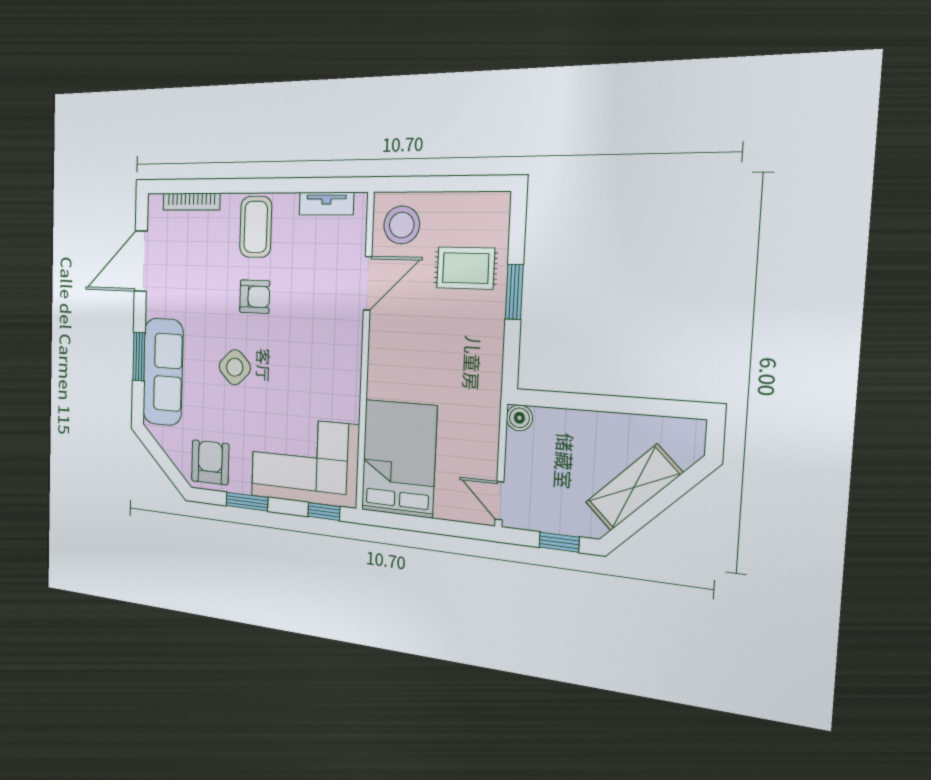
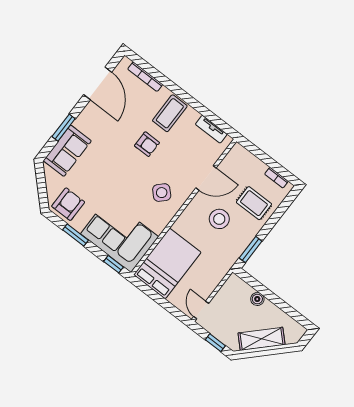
bookcase: (473, 201) -> (276, 178), added
stool: (402, 225) -> (219, 219), moved
door: (141, 261) -> (98, 83), swing flipped
window: (514, 292) -> (251, 250), moved
side table: (235, 367) -> (162, 193), moved
sofa: (163, 372) -> (67, 151), width x0.73
boiler: (519, 418) -> (257, 299), moved

